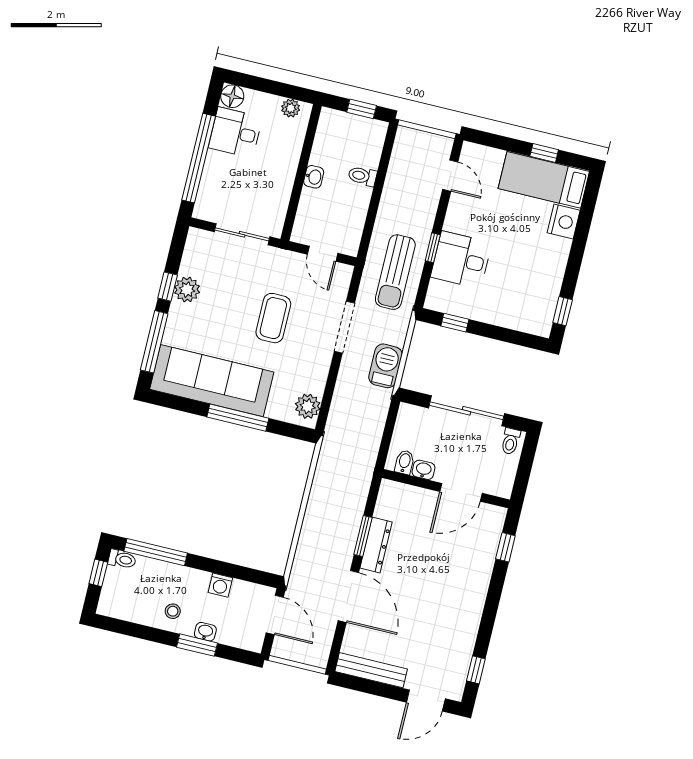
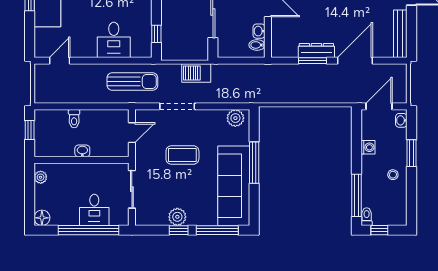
desk: (235, 133) -> (94, 210), moved
window: (433, 248) -> (110, 61), removed
washbasin: (205, 632) -> (401, 120), moved

